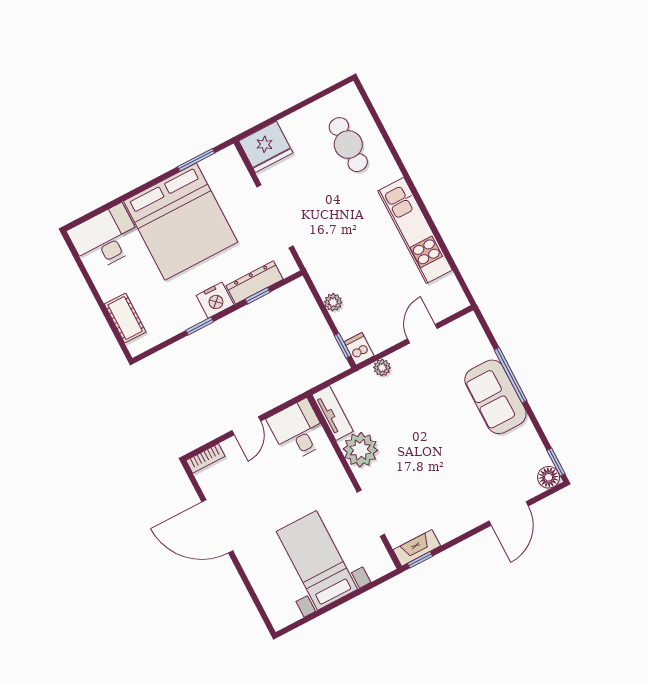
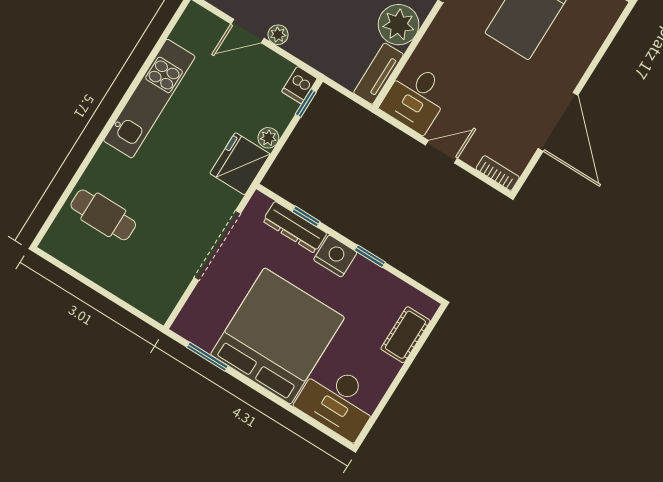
cafe table: (348, 145) -> (103, 215), turned 90
fridge: (266, 147) -> (240, 164), moved, turned -90
plant: (382, 368) -> (278, 35), moved

